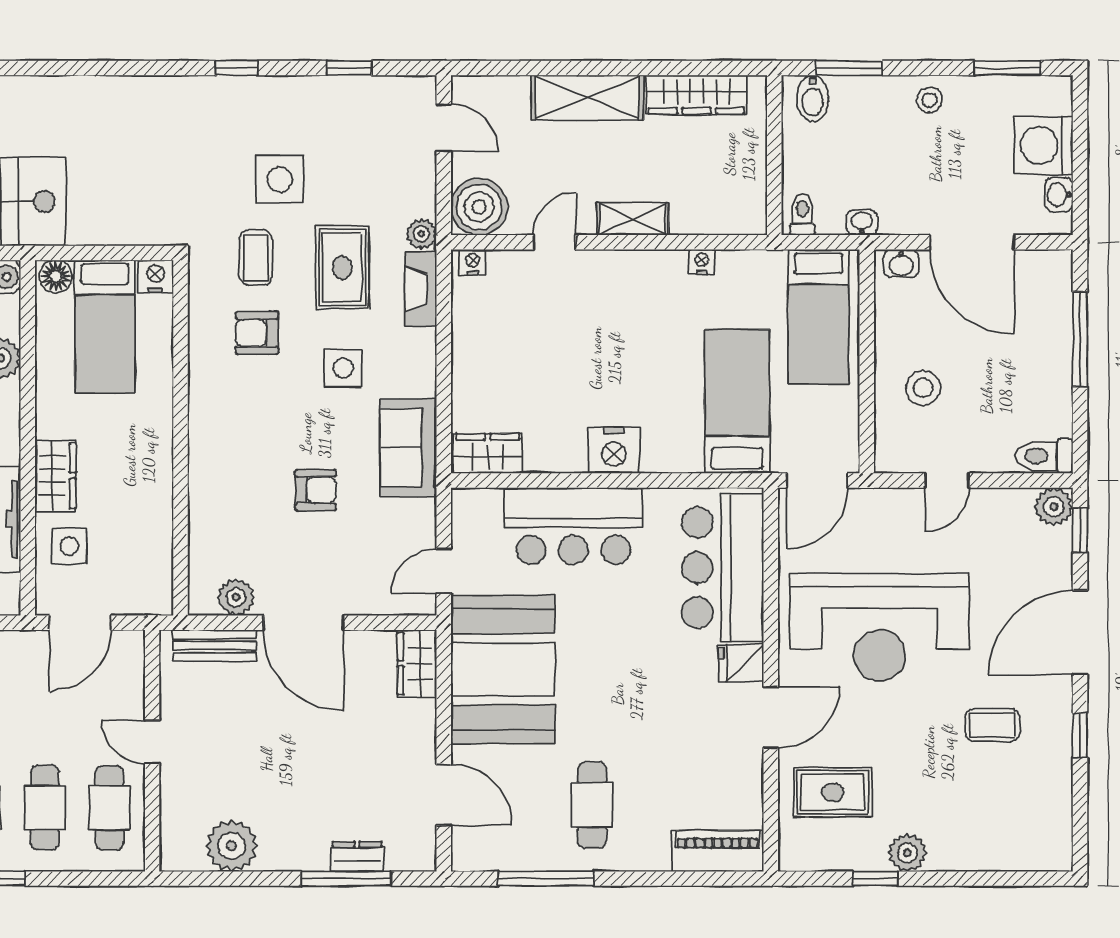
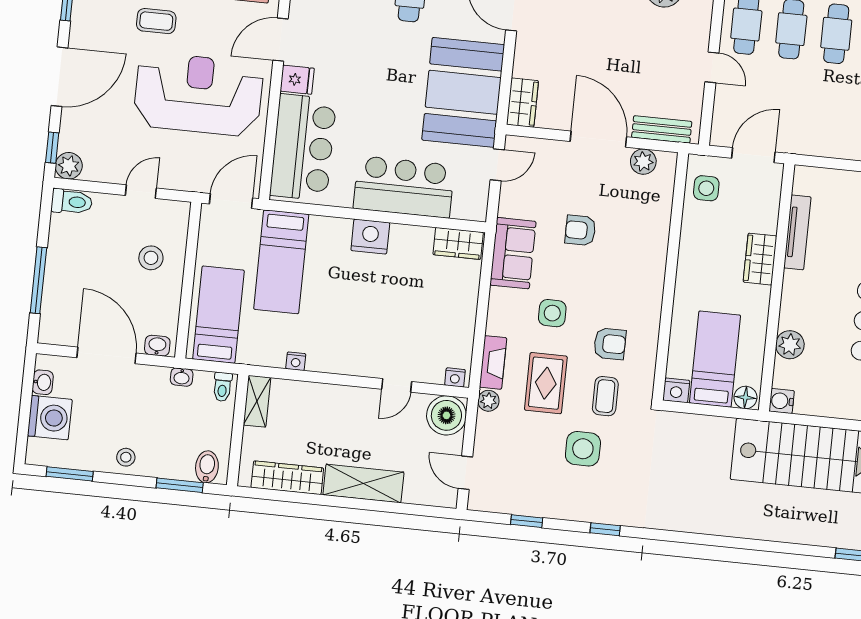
shelving: (633, 219) -> (257, 401), moved, turned 90
side table: (69, 546) -> (706, 188), moved
coffee table: (992, 725) -> (156, 21), moved

